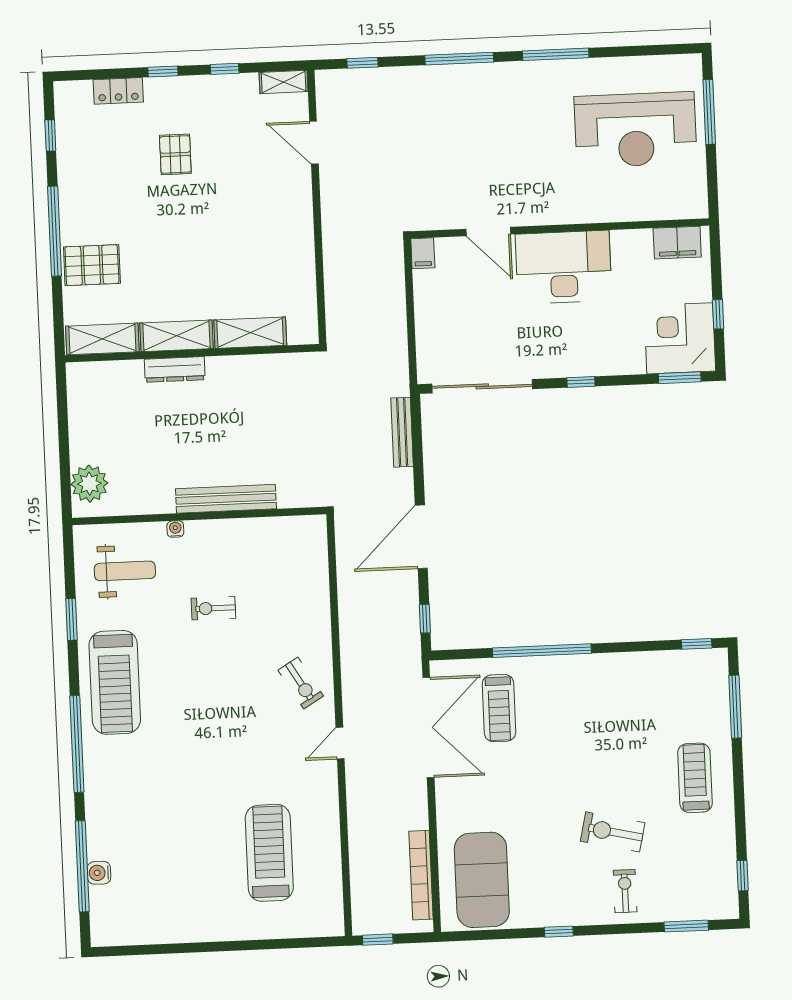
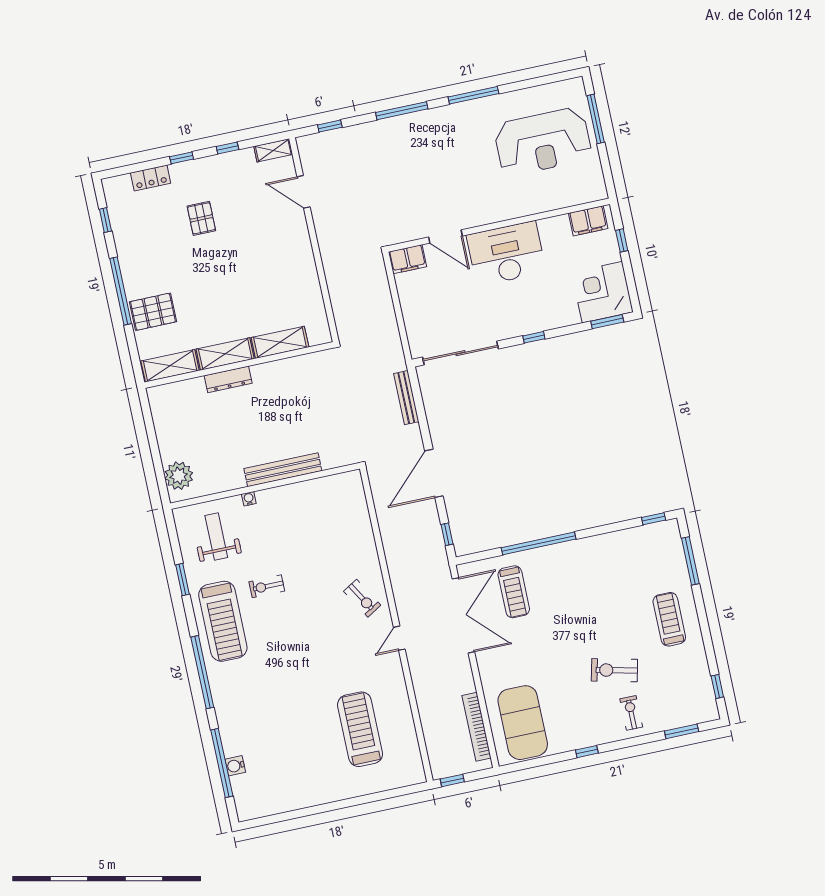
filing cabinet: (423, 253) -> (408, 259), width x2.00
window: (718, 314) -> (622, 240), moved
weight bench: (125, 571) -> (216, 537), turned -90
exercise bike: (213, 608) -> (267, 586), moved

